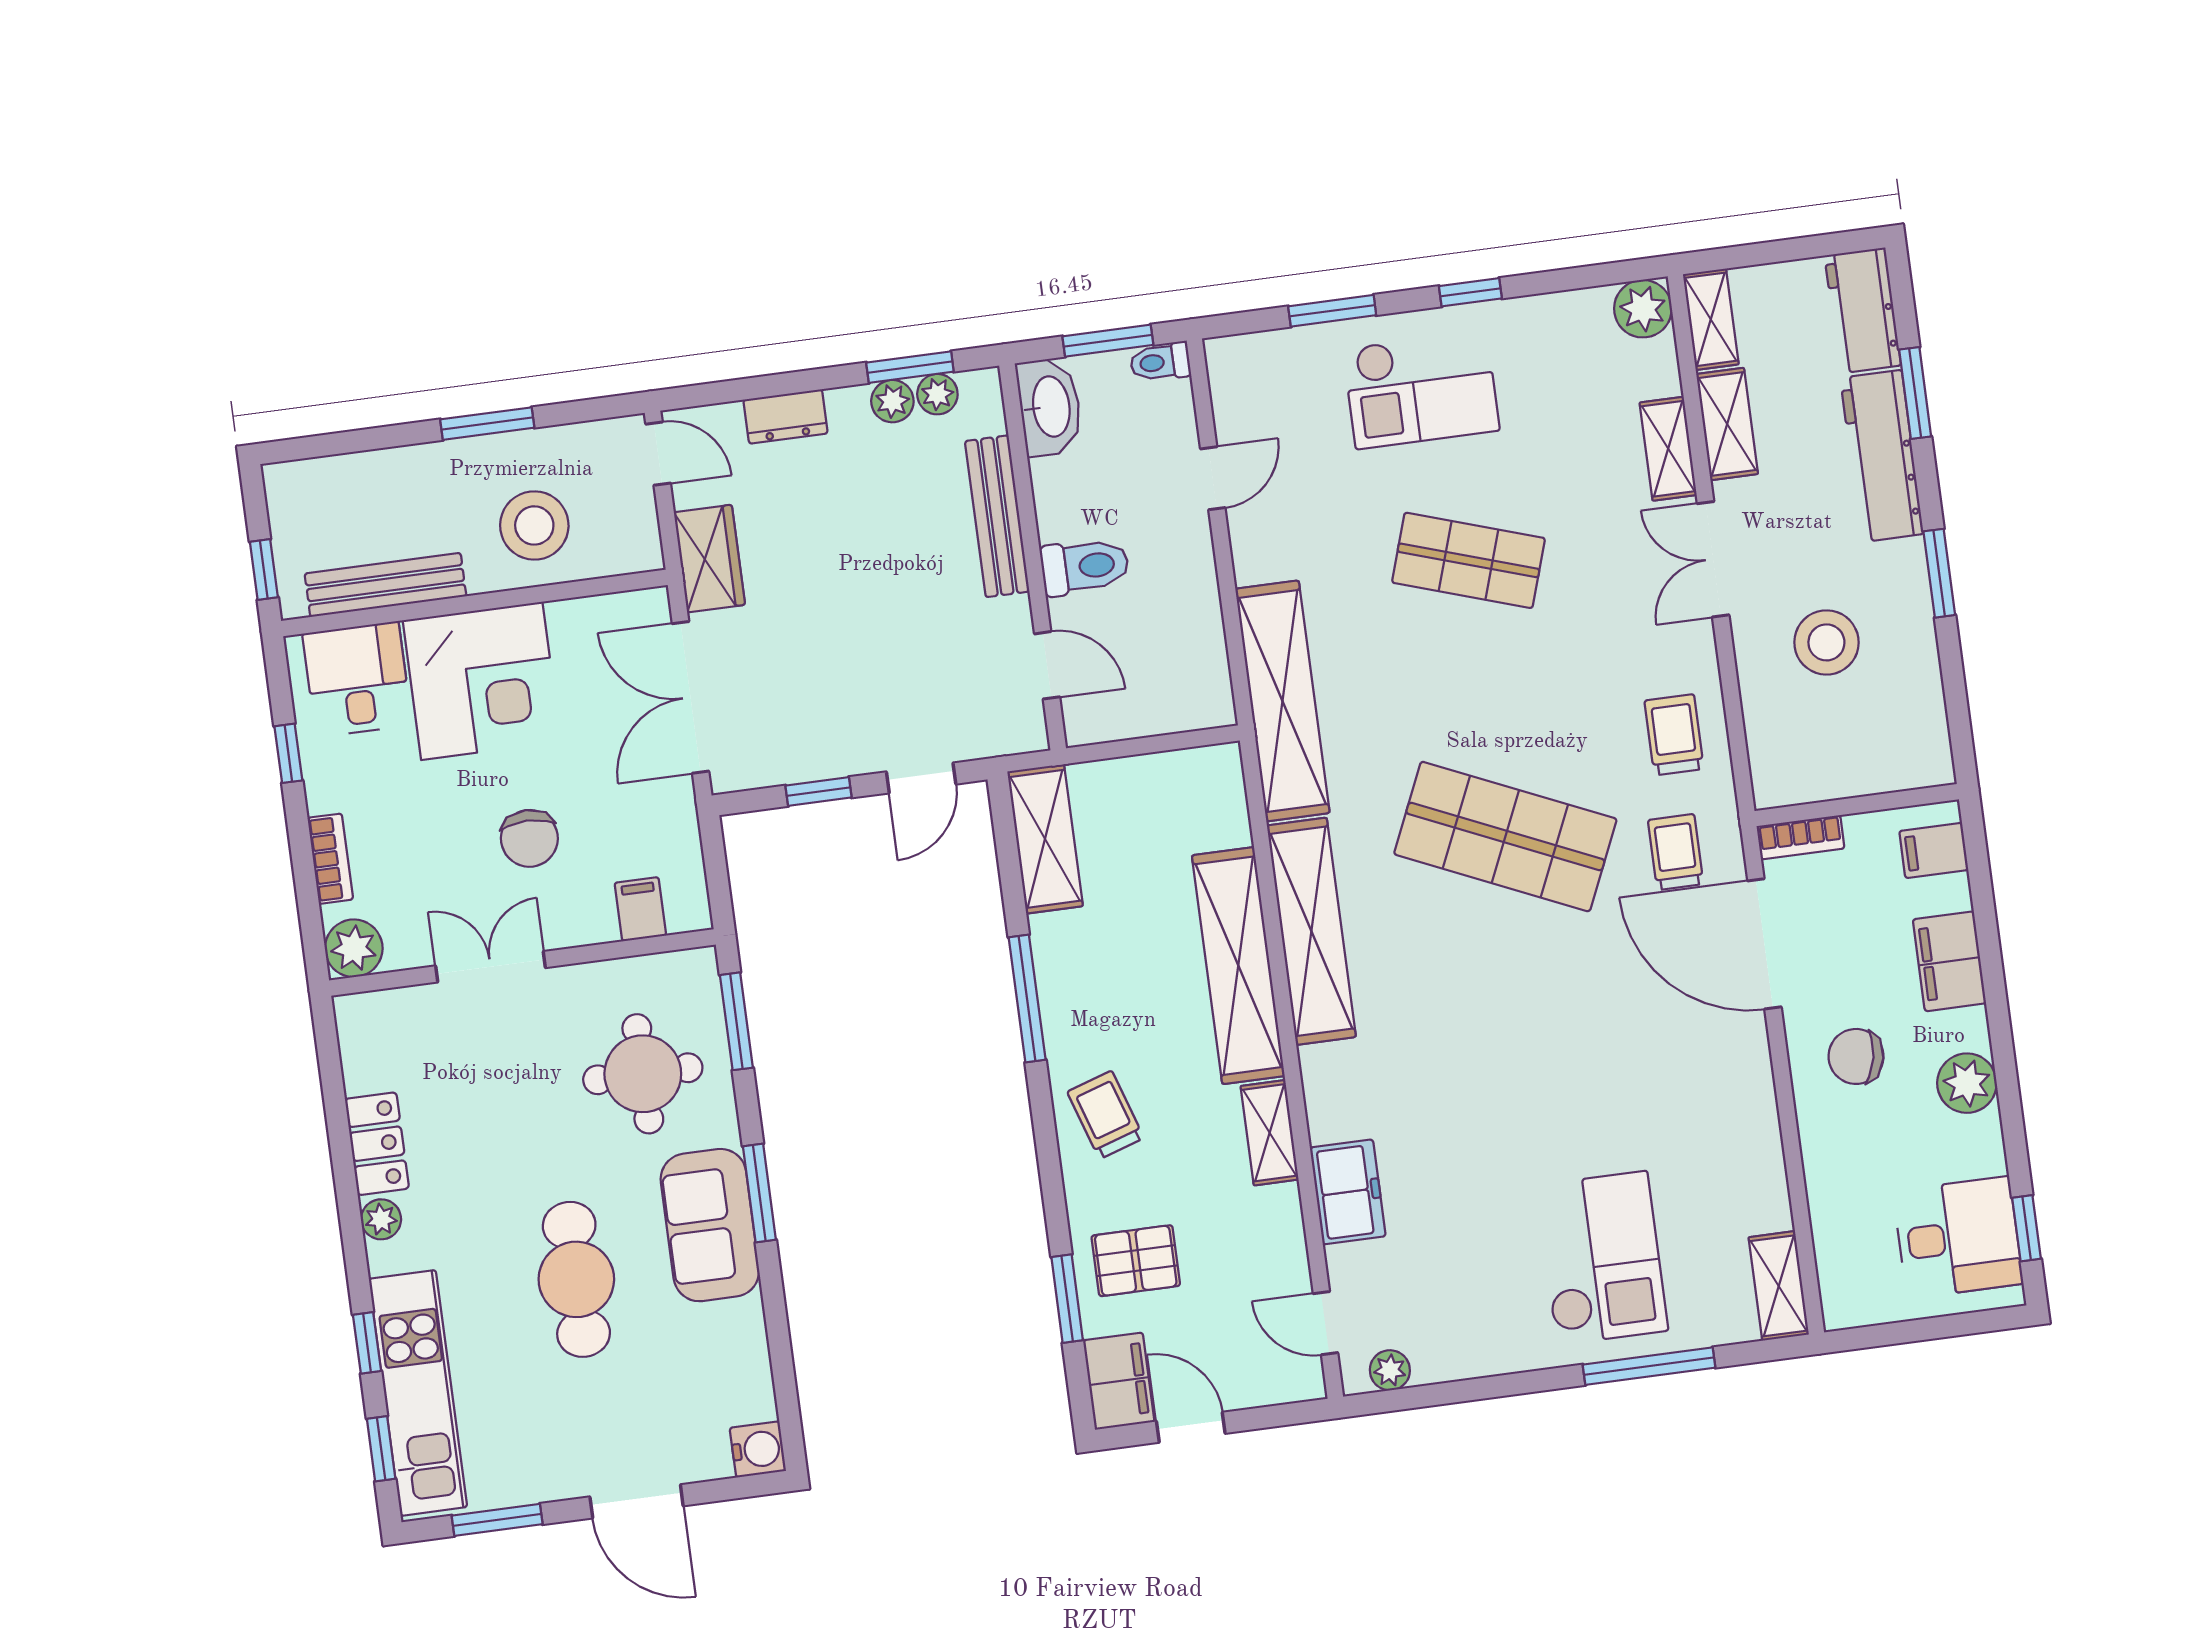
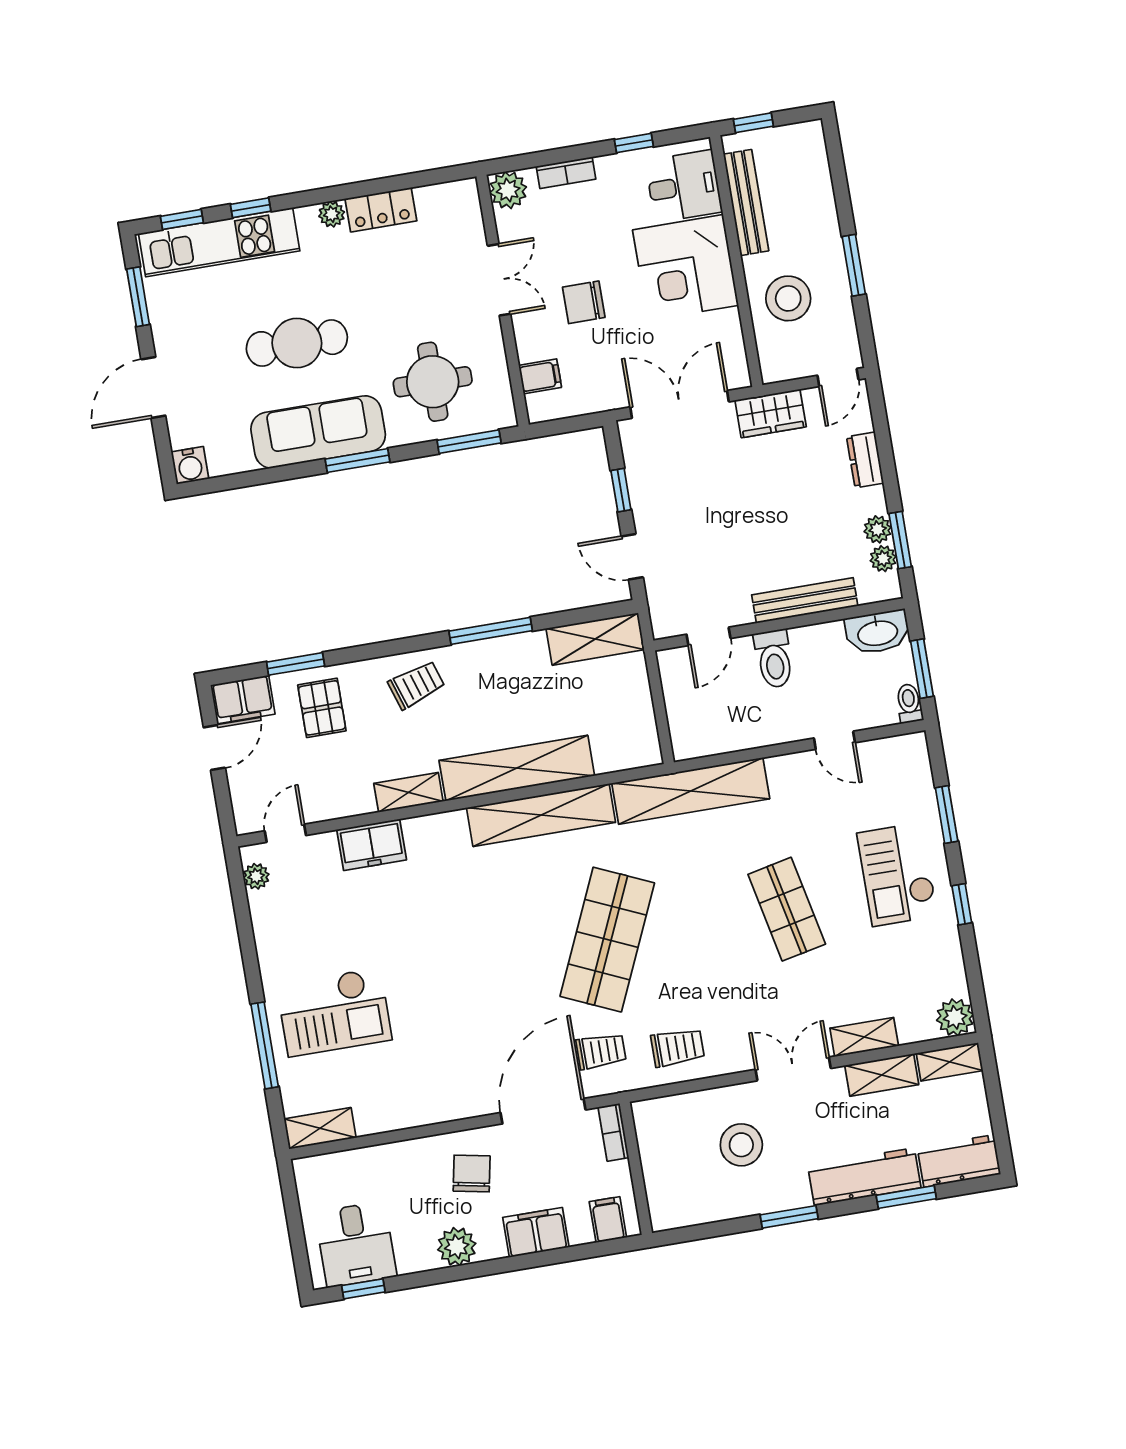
shop shelf: (1469, 560) -> (787, 909), turned -30
sofa: (710, 1225) -> (318, 432), width x1.36

